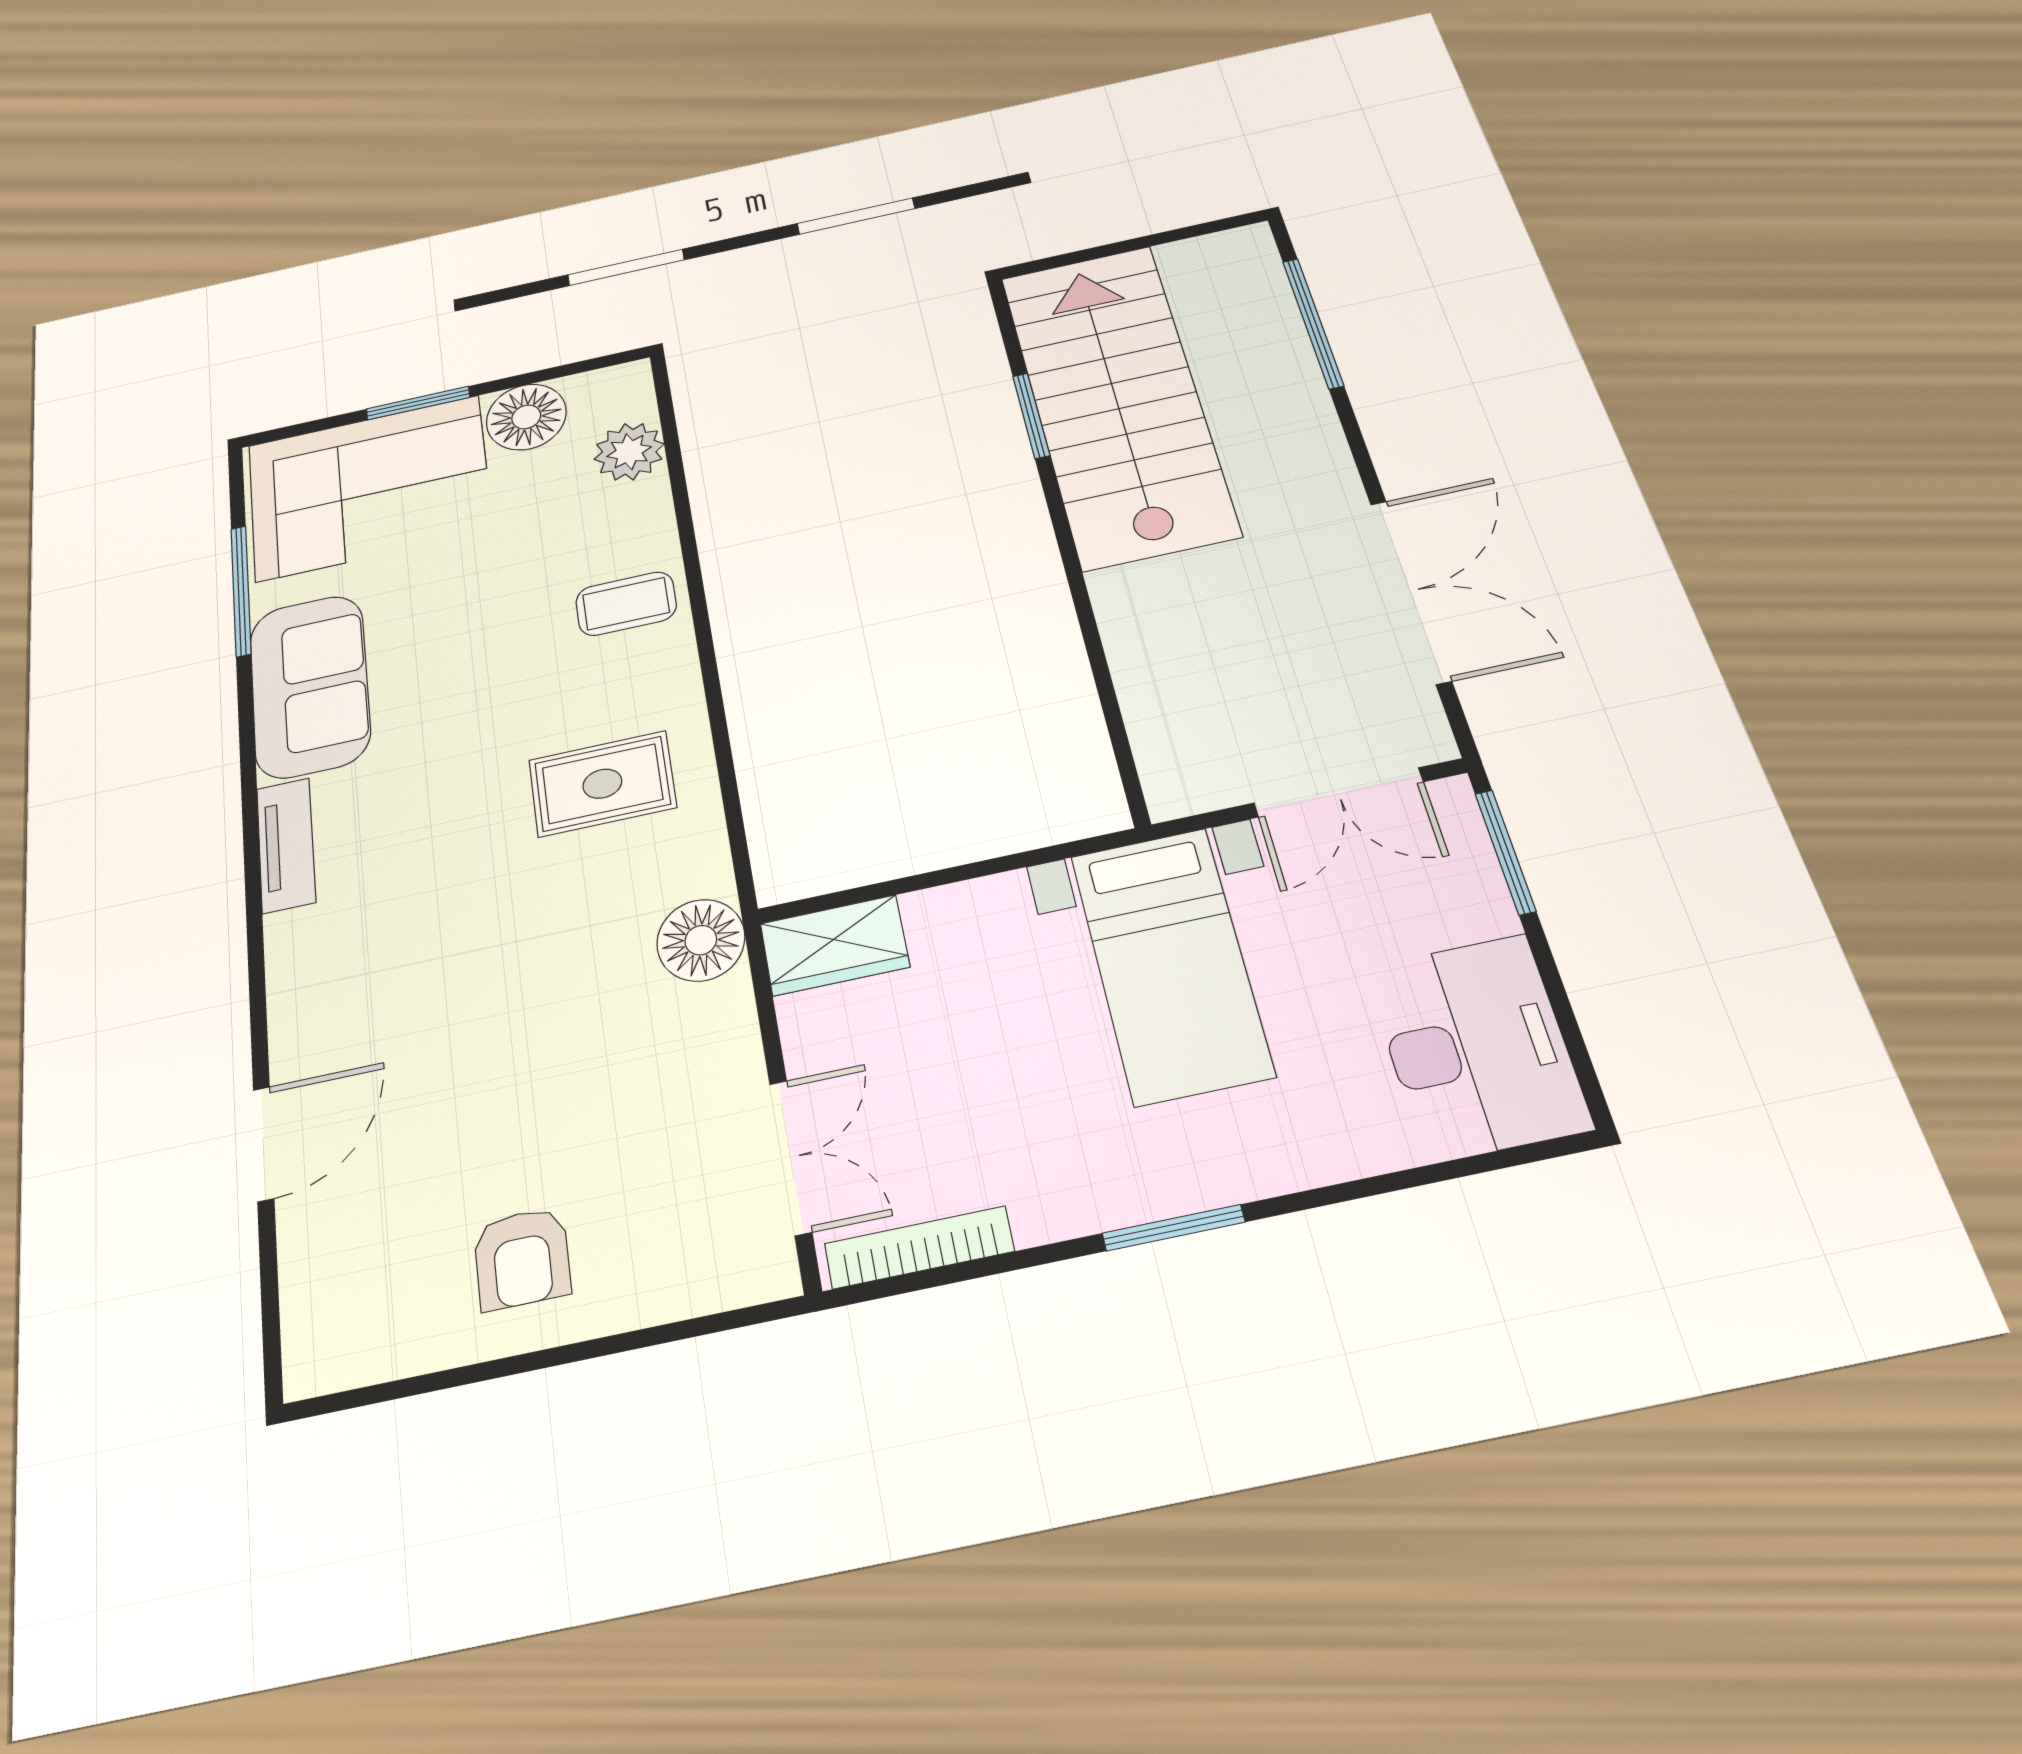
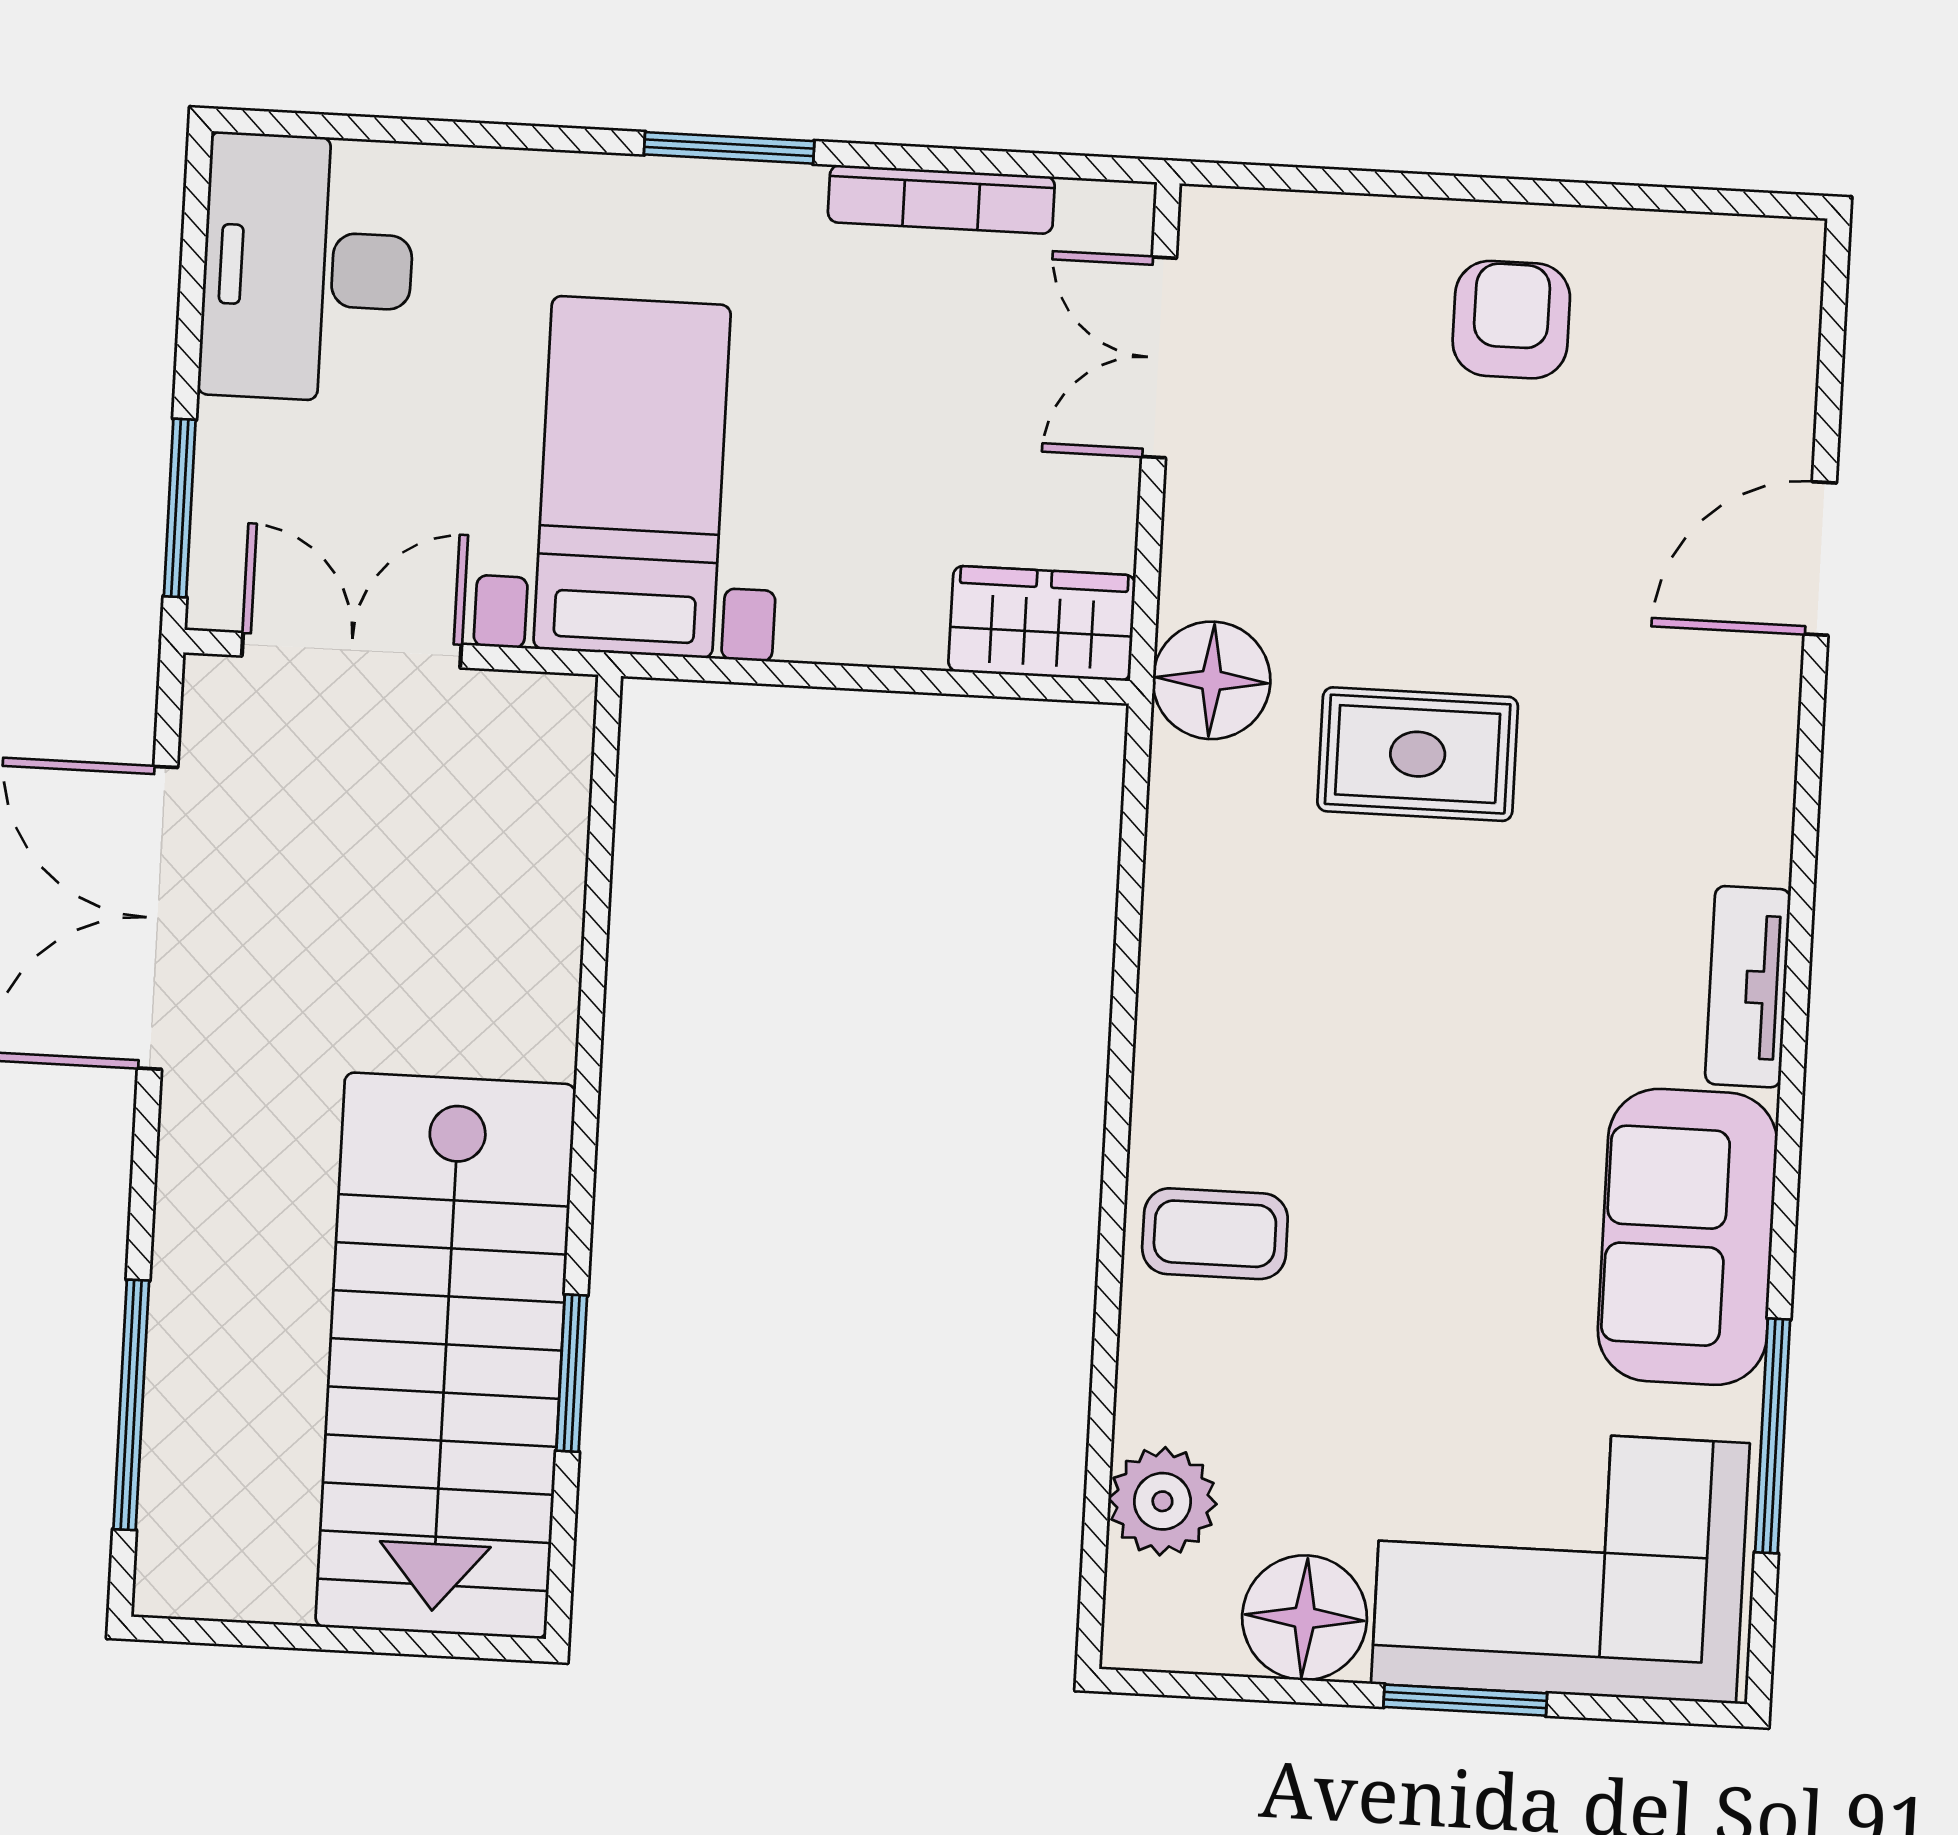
rug: (602, 784) -> (1418, 754), moved
bookcase: (919, 1247) -> (941, 199), moved

